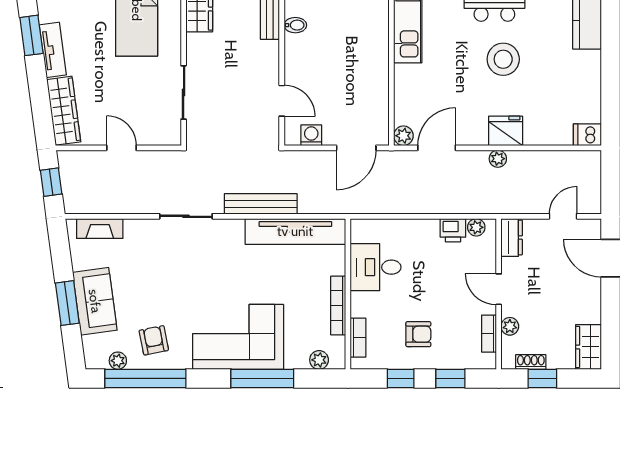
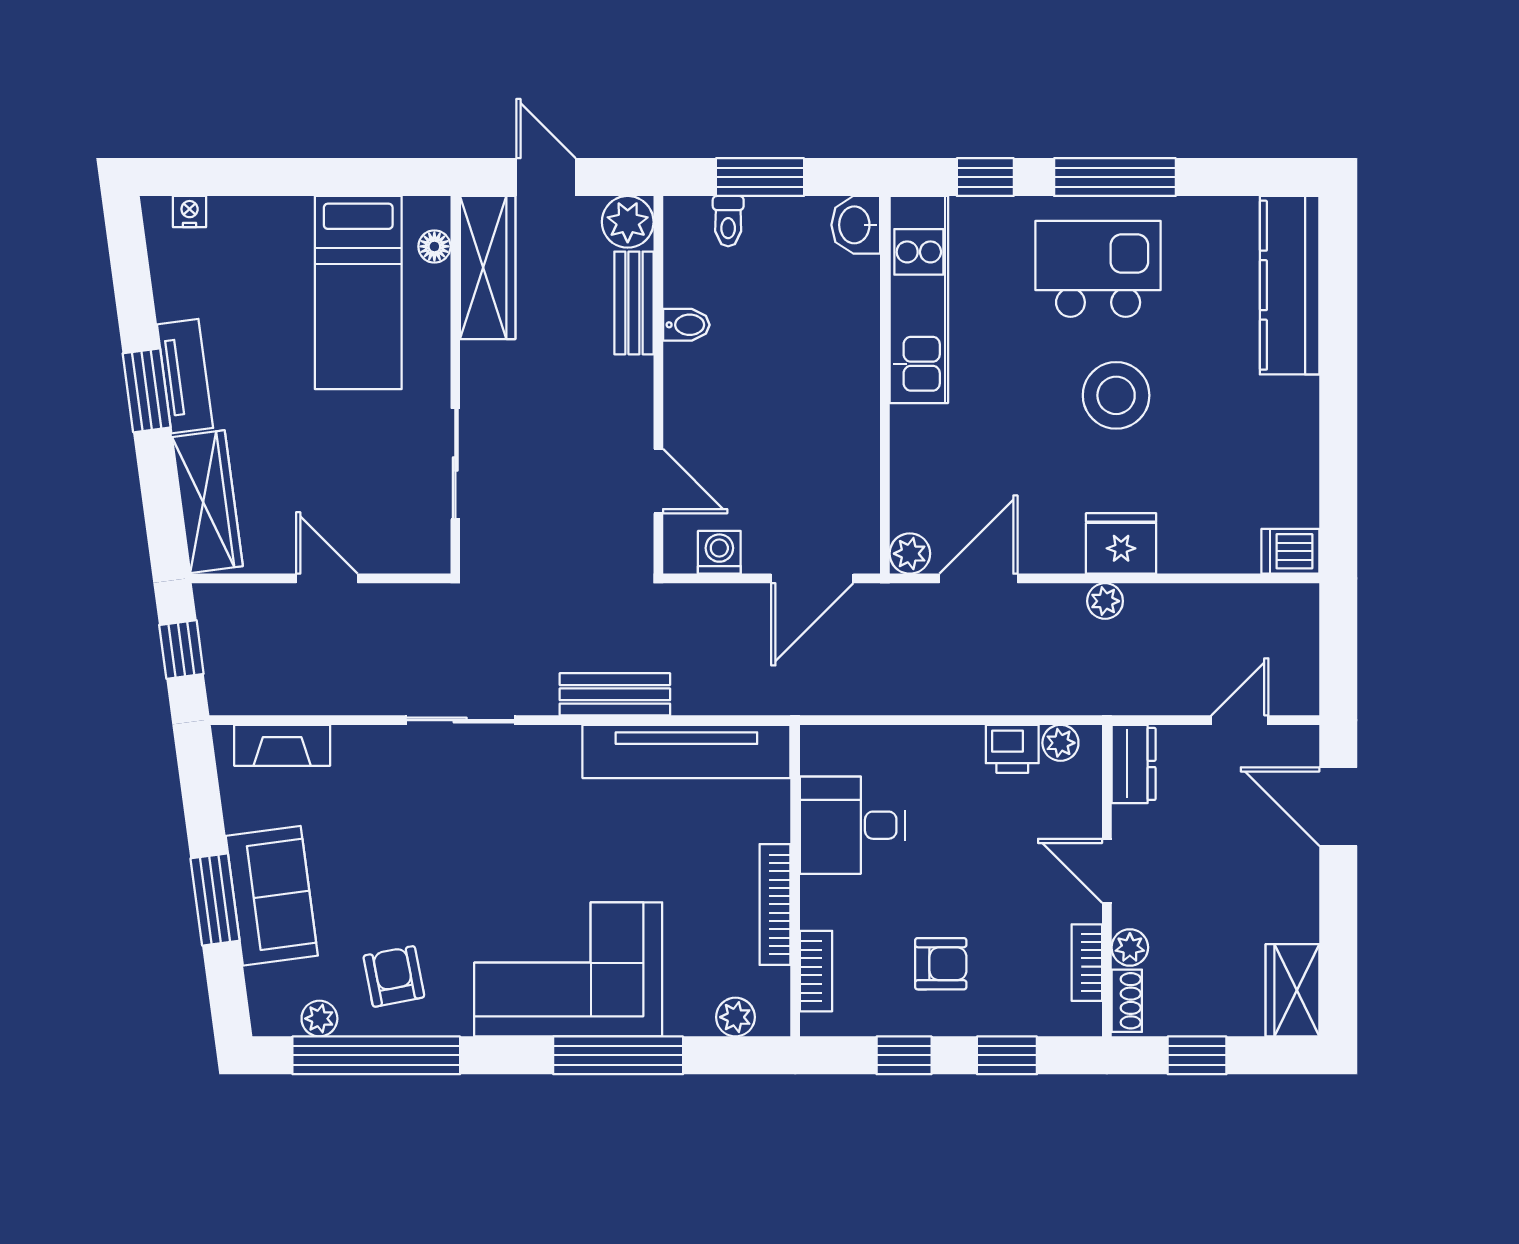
window: (31, 35) -> (147, 390), moved
bench: (261, 204) -> (615, 694), width x0.73
shoe rack: (531, 362) -> (1127, 1001), moved, turned 90

